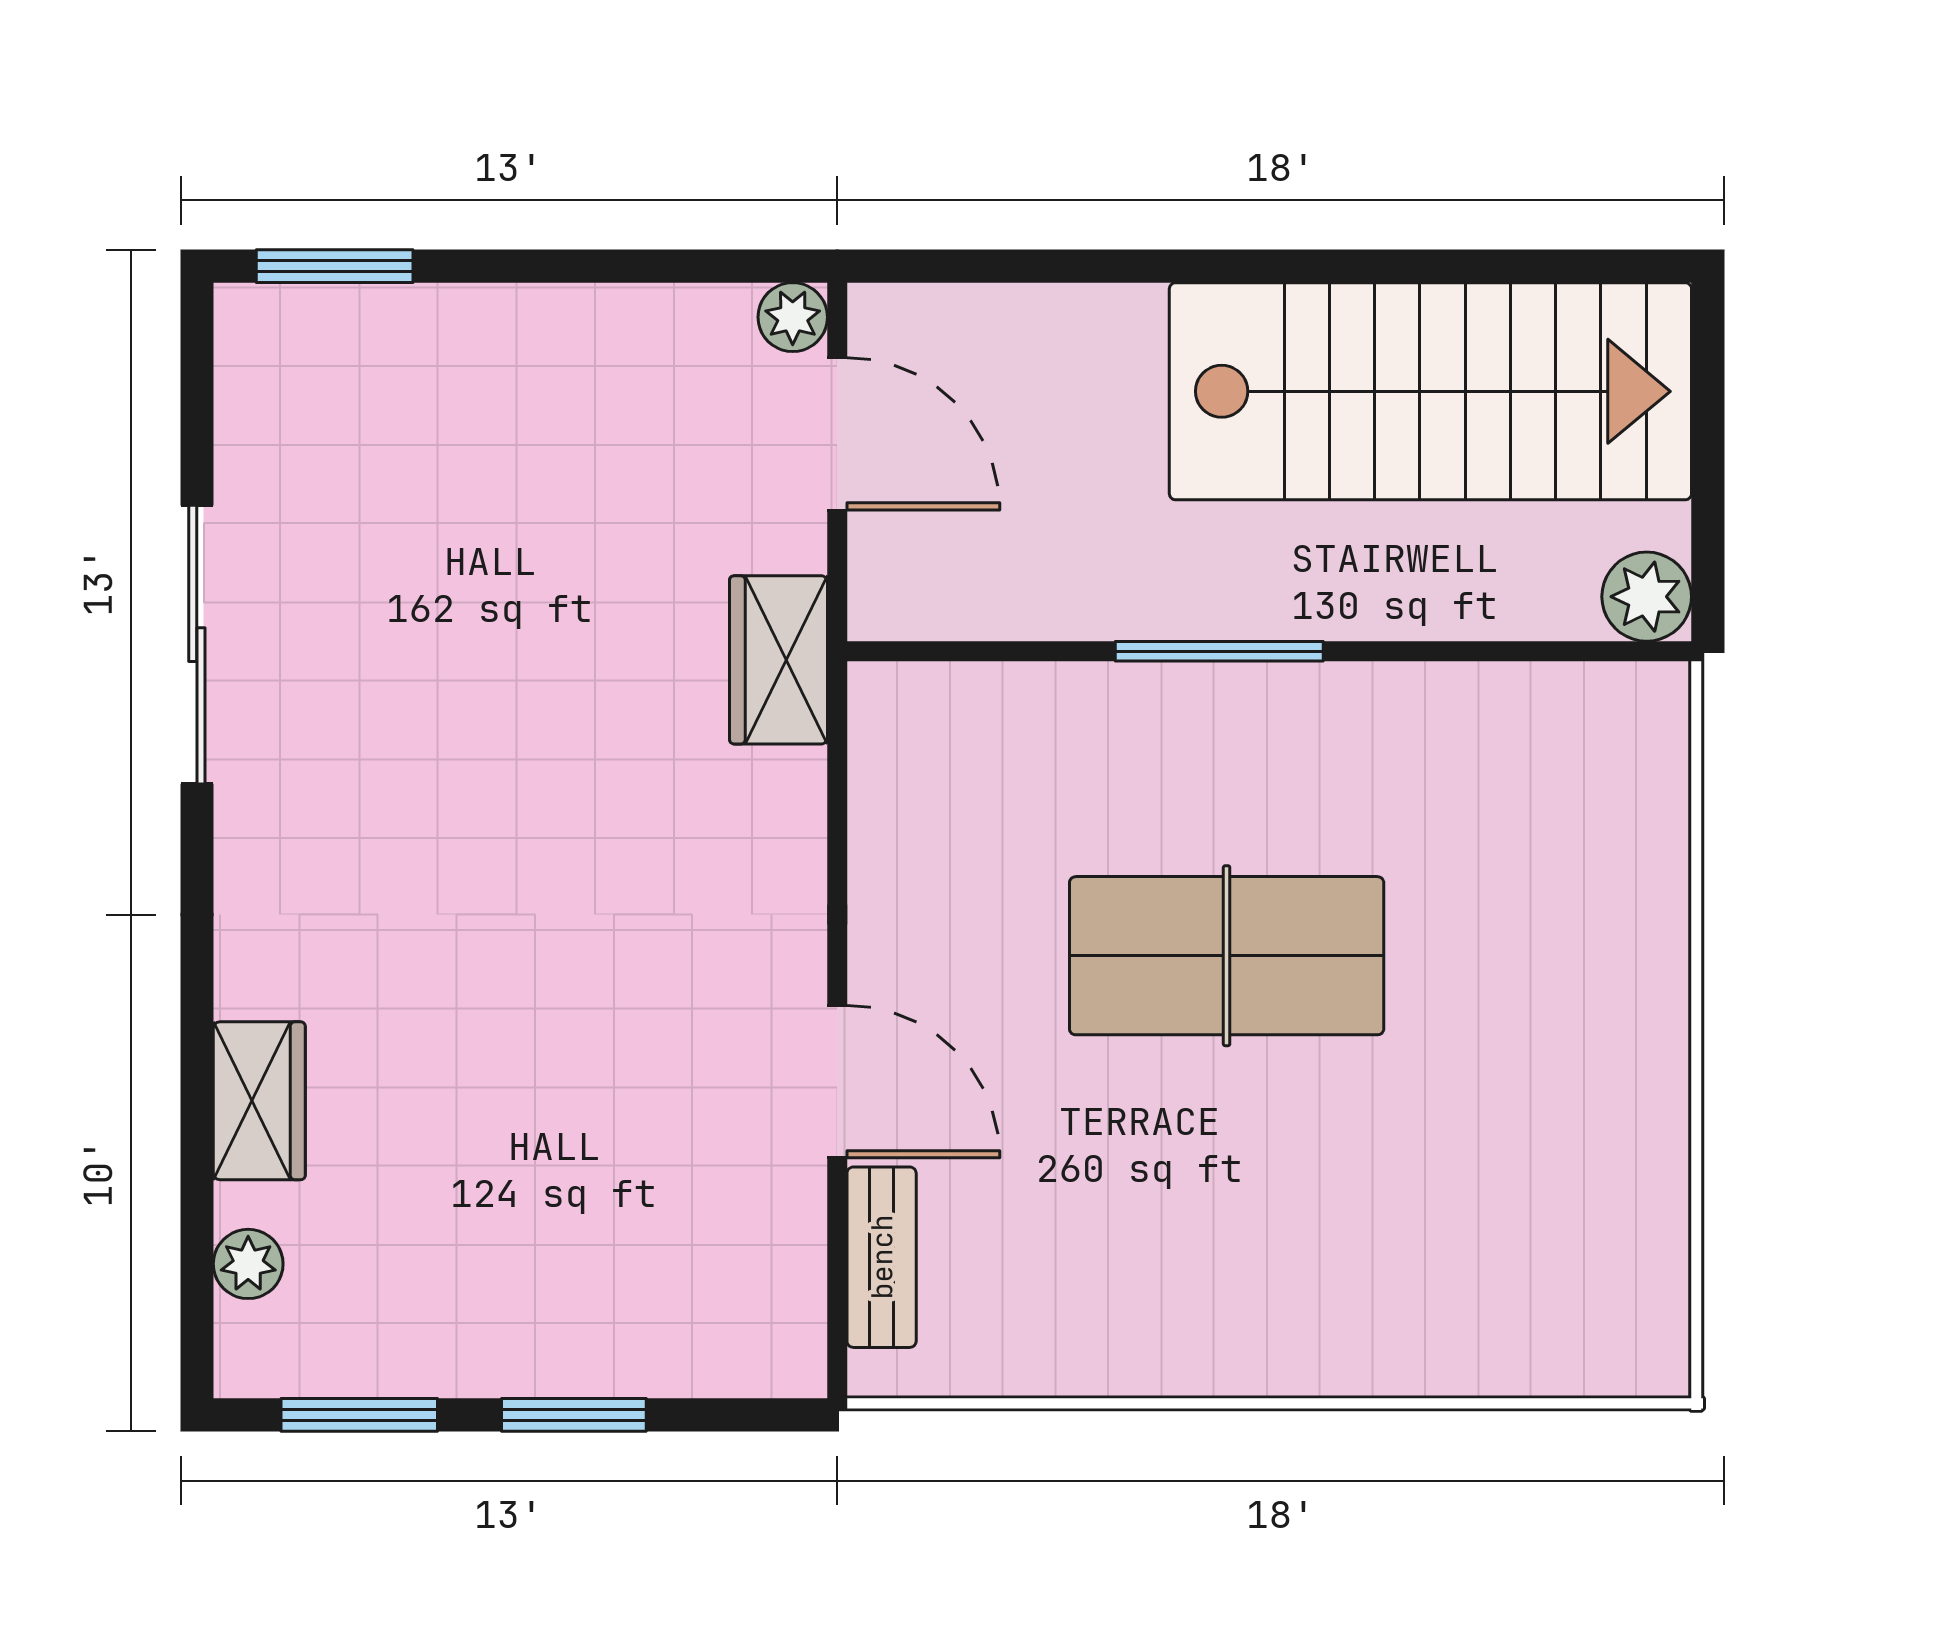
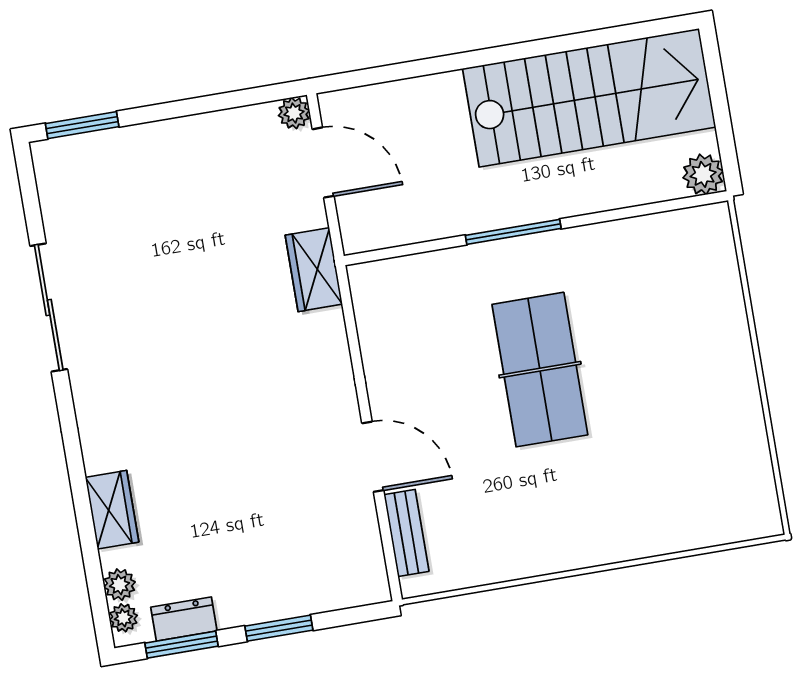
table tennis table: (1227, 956) -> (540, 370), turned 90
plant: (245, 1336) -> (123, 618), added
dresser: (374, 1361) -> (184, 619), added

